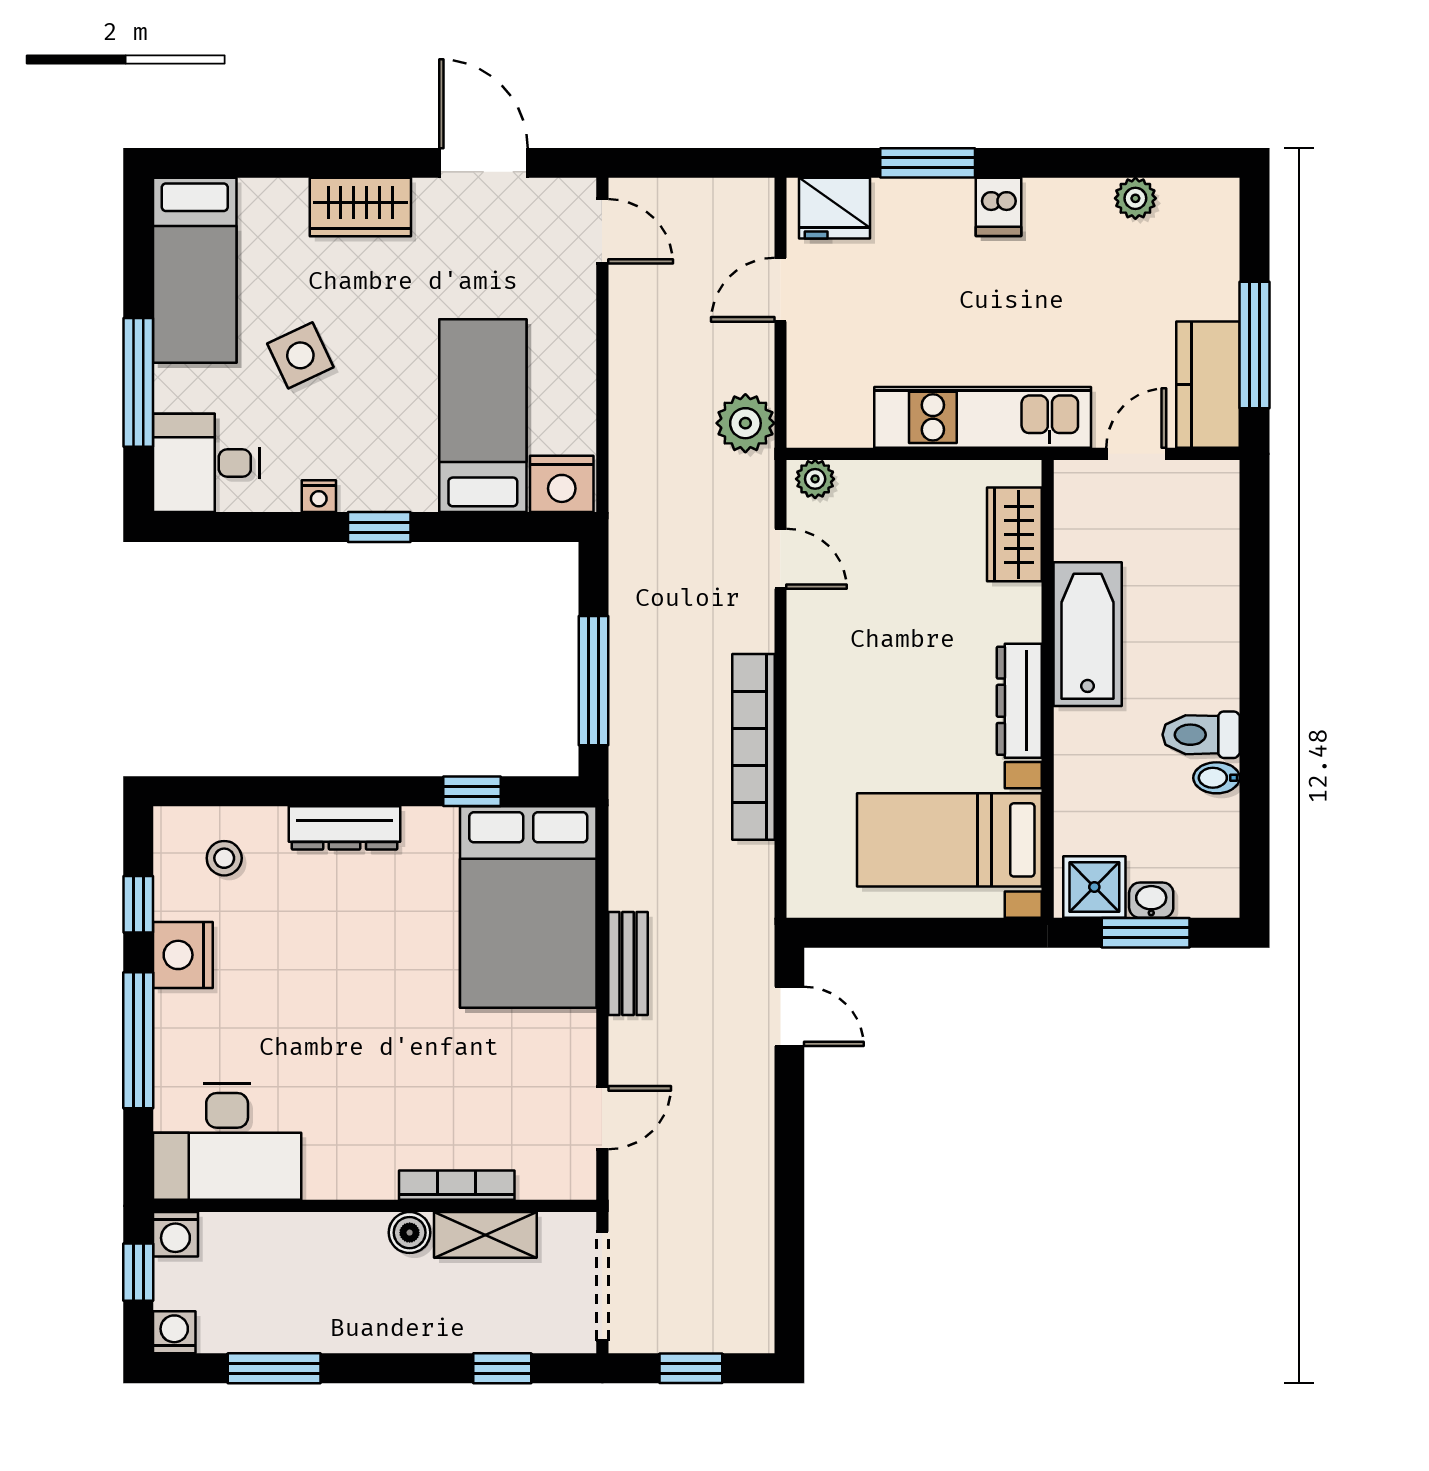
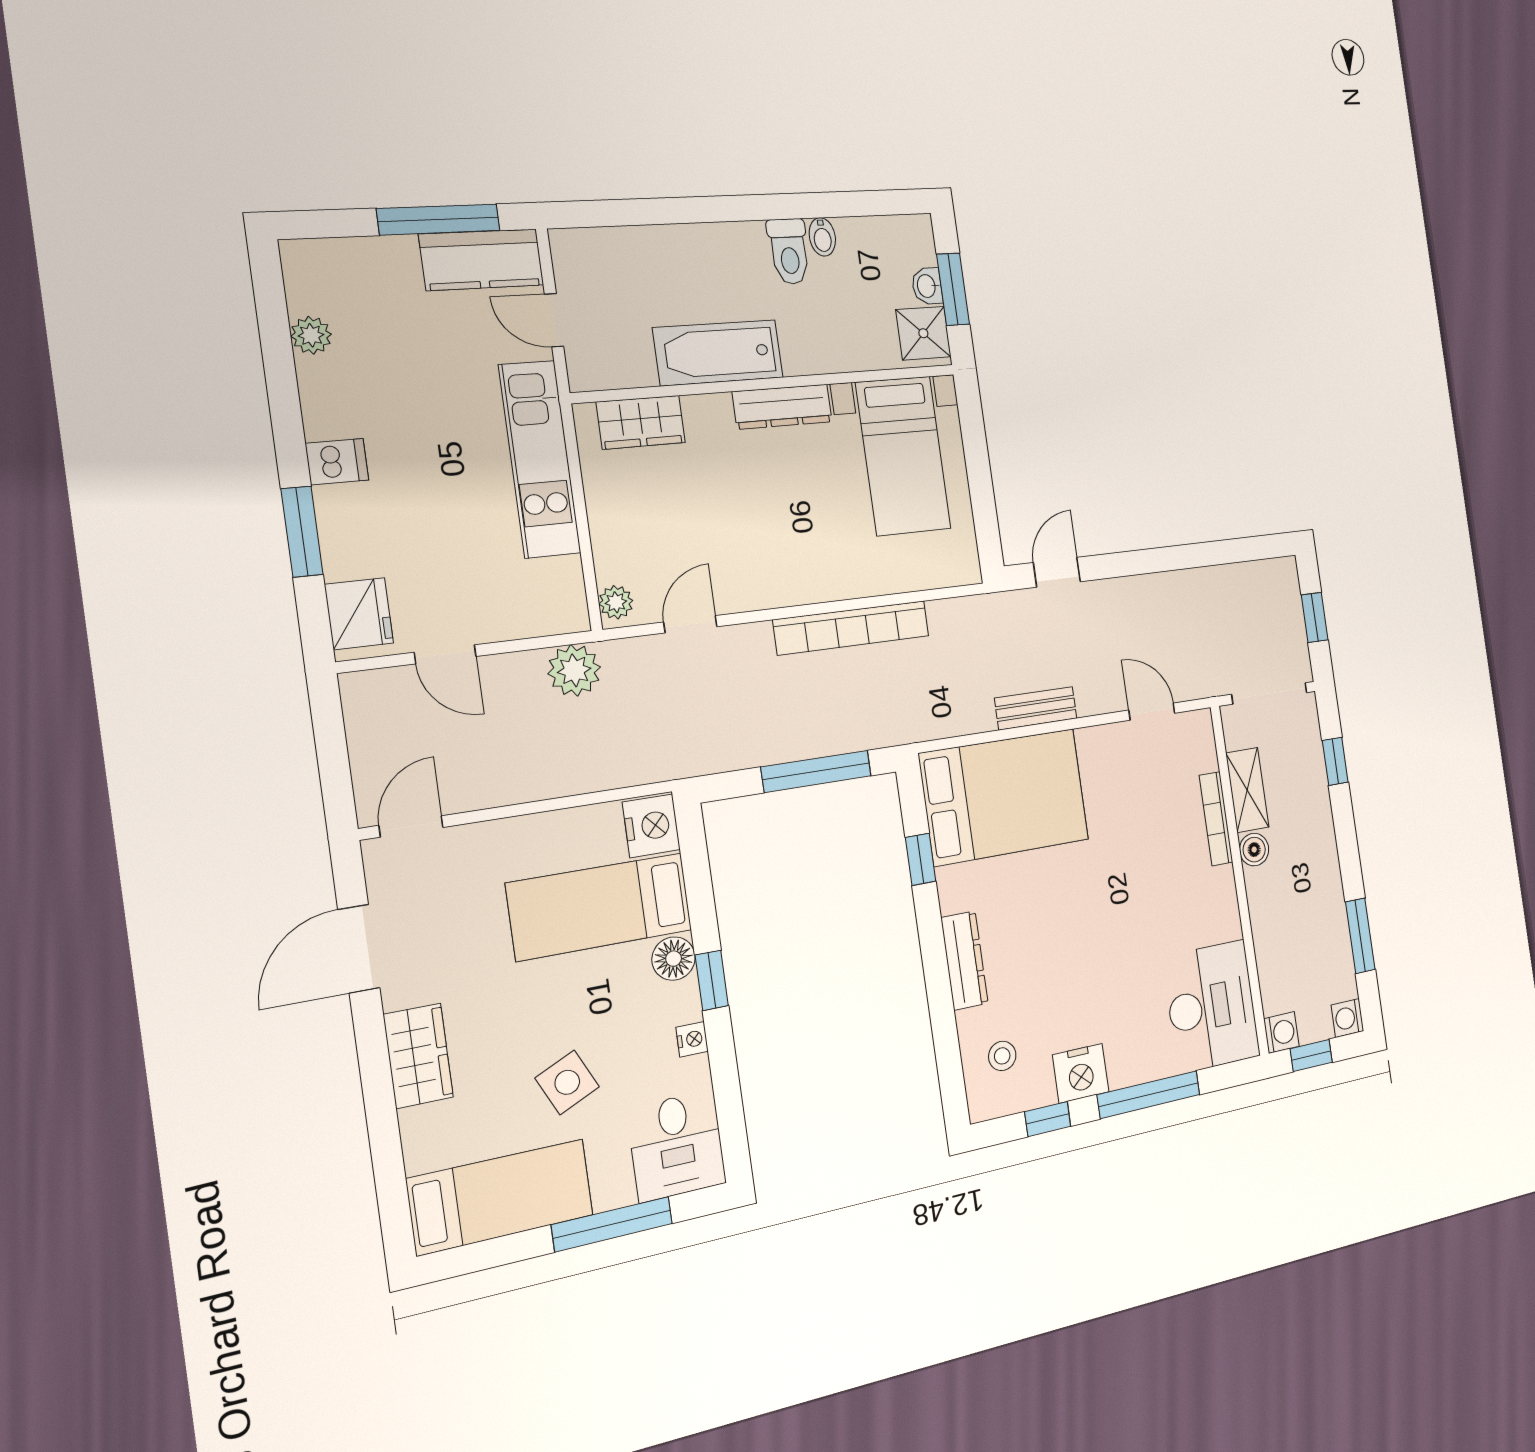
floor lamp: (411, 488) -> (674, 959), added

